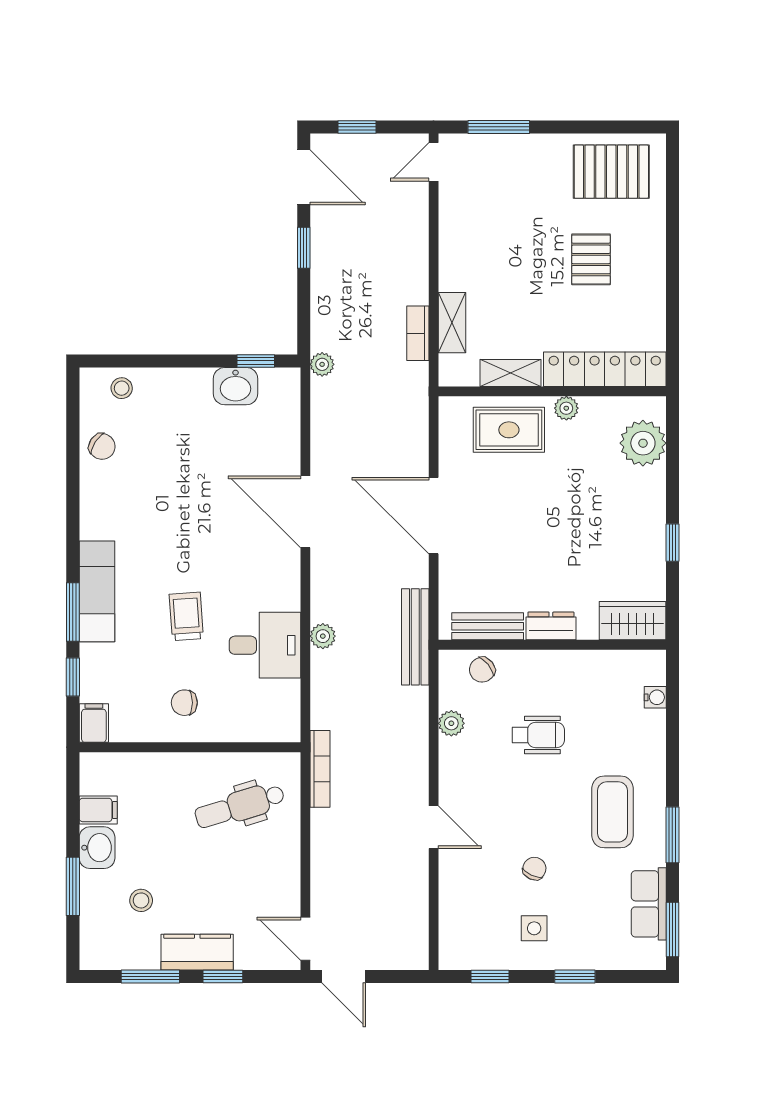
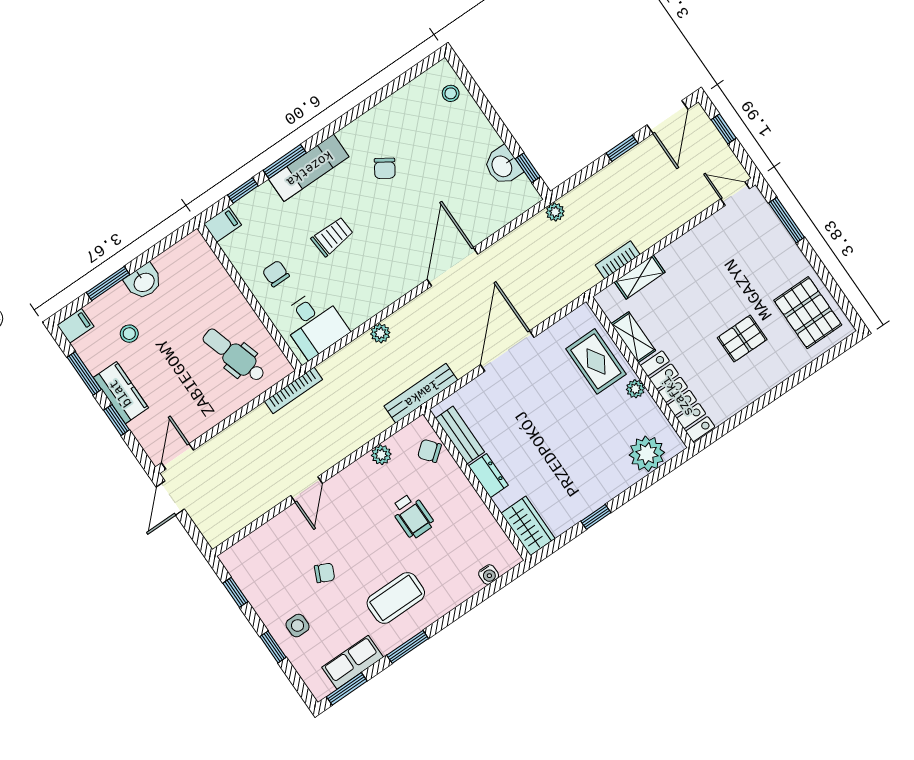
chair: (102, 446) -> (385, 168), moved
desk: (265, 645) -> (314, 324), moved
filing cabinet: (98, 810) -> (76, 326), moved, turned -90
side table: (534, 928) -> (298, 625), moved

